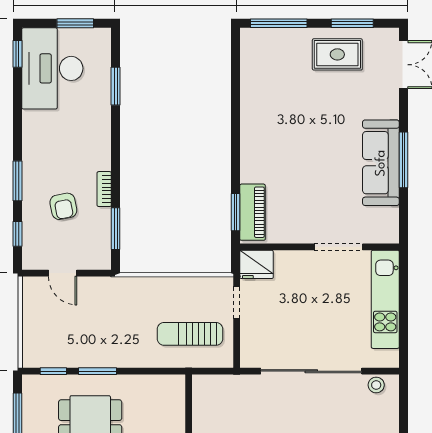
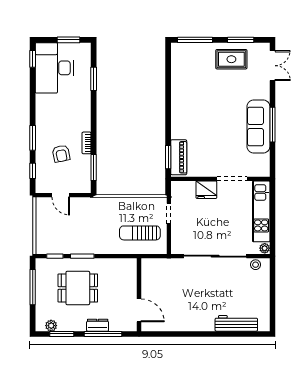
fridge: (257, 264) -> (206, 190), moved
plant: (391, 359) -> (265, 248), added

